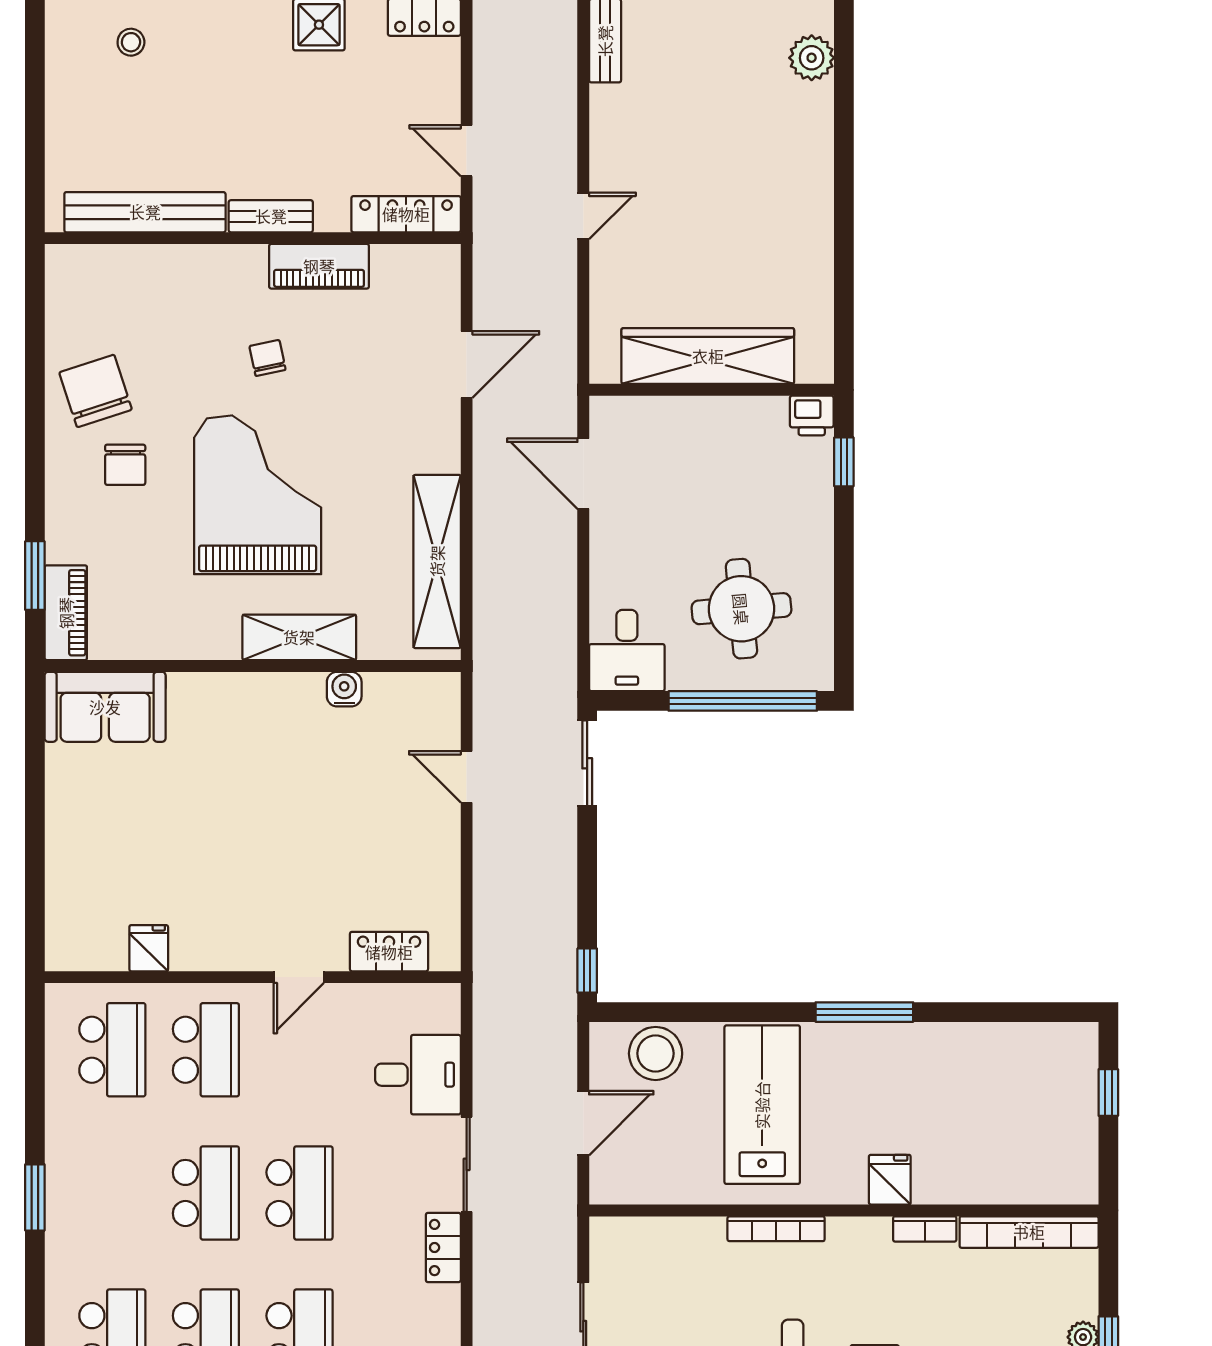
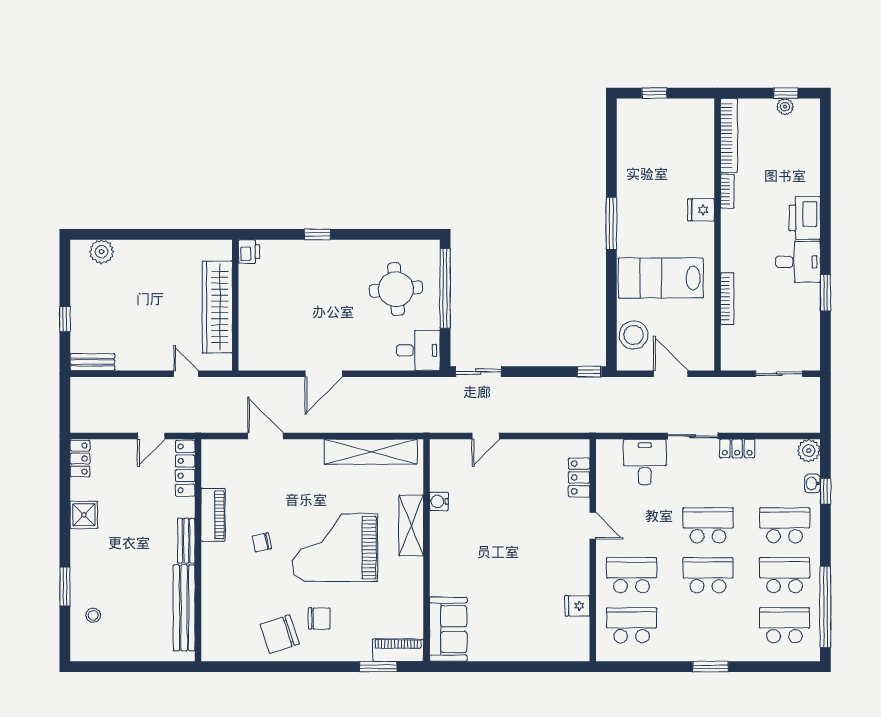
wardrobe: (708, 356) -> (217, 307), moved
wall: (712, 390) -> (235, 305), moved
printer: (812, 415) -> (249, 252), moved
bookcase: (776, 1229) -> (727, 299), moved

